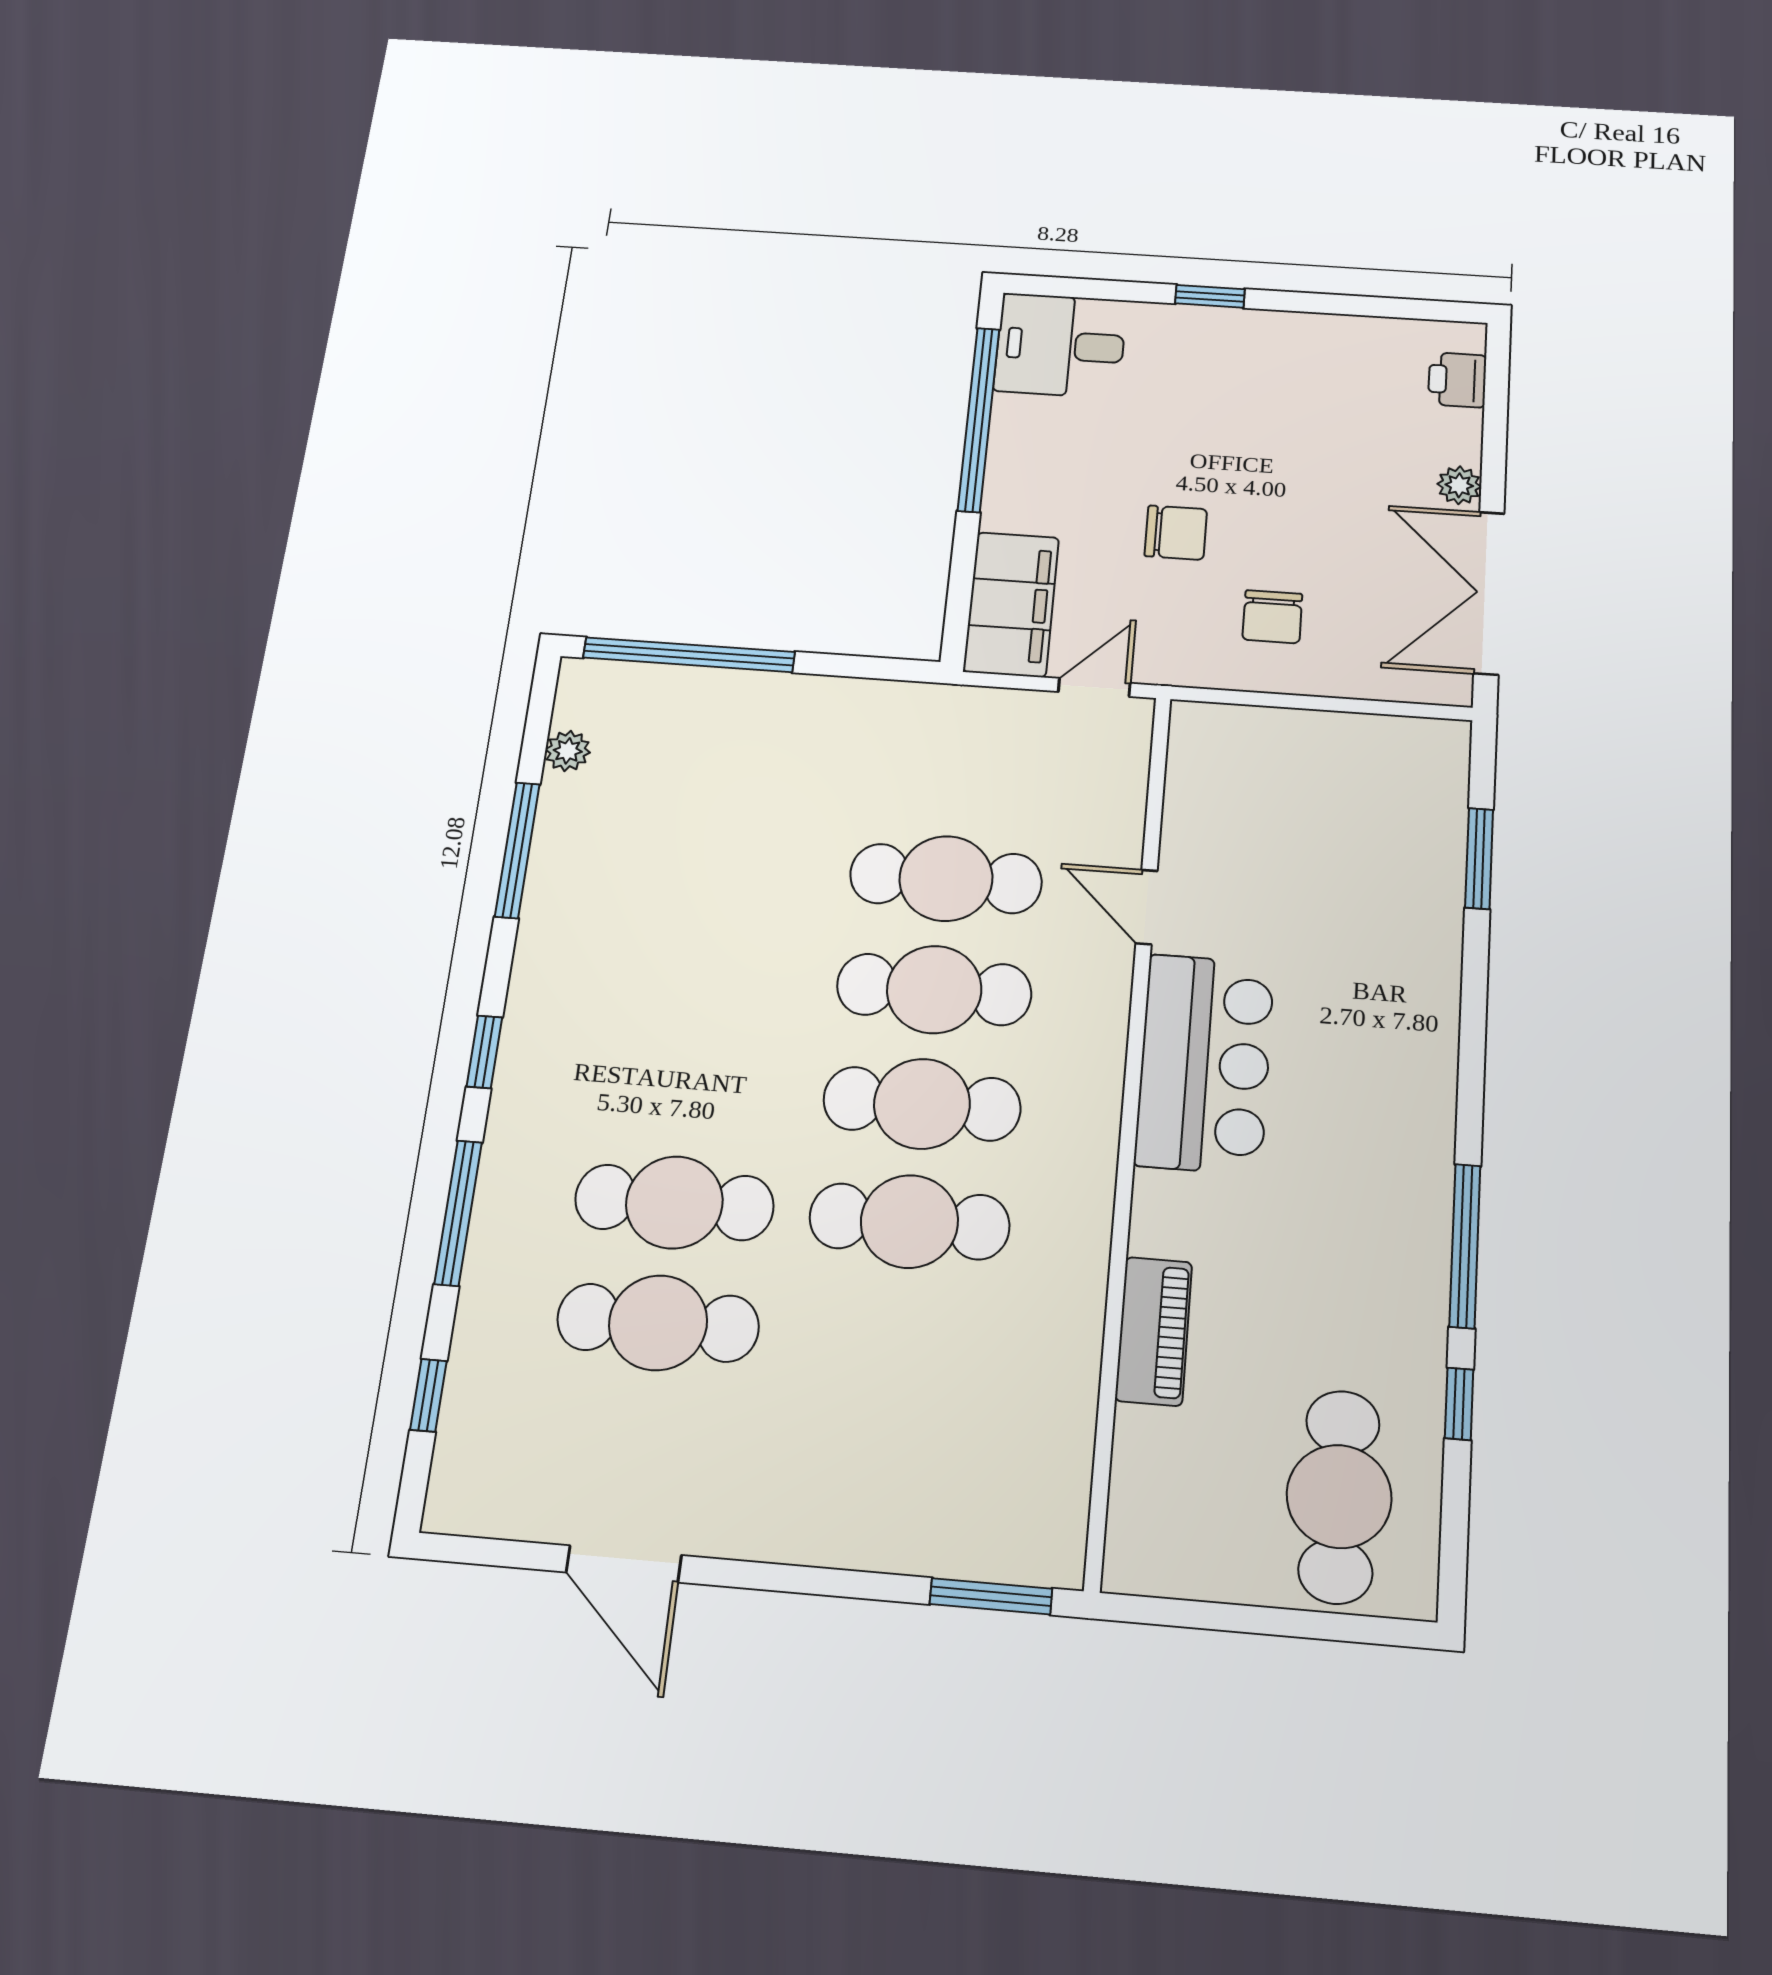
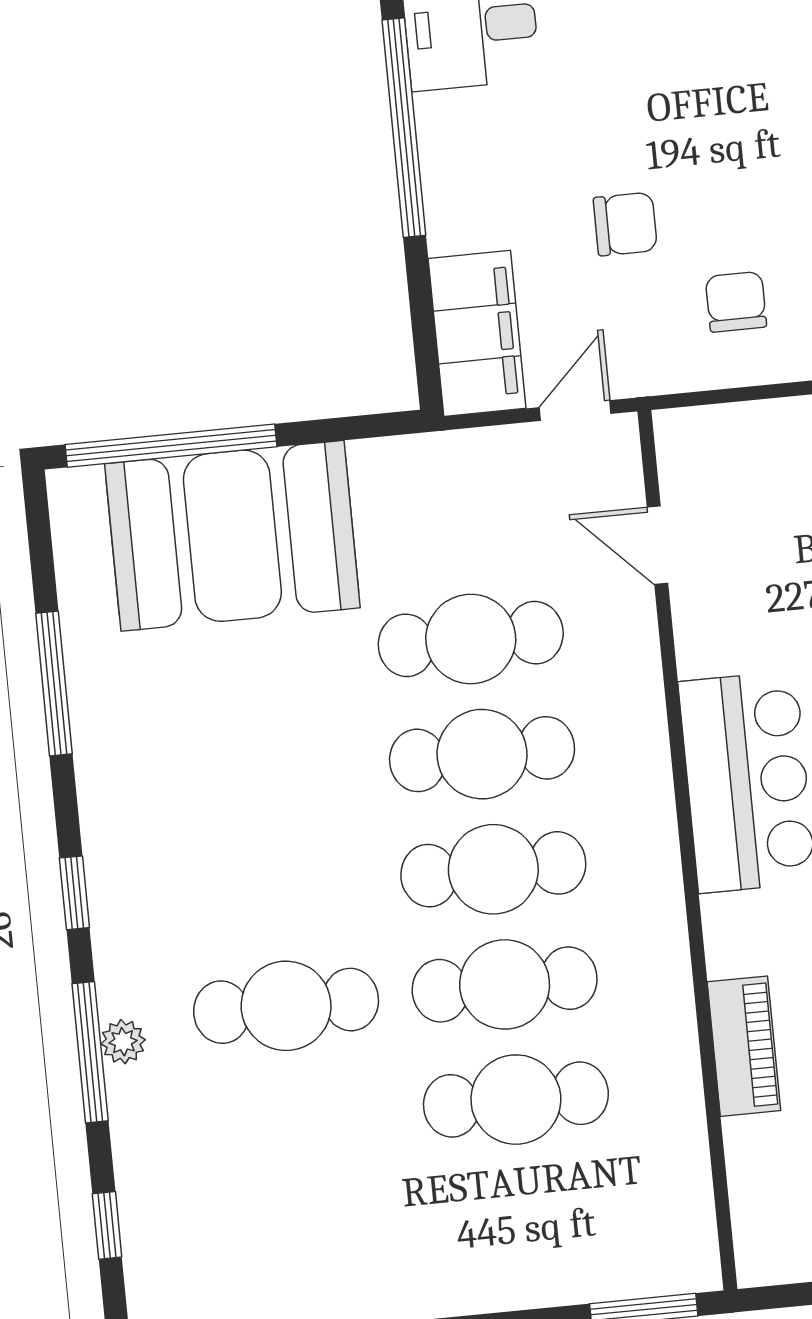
chair: (1272, 617) -> (736, 302), turned 180
booth: (729, 745) -> (232, 536), added
plant: (568, 751) -> (123, 1042), moved
door: (1146, 907) -> (657, 545), moved
cafe table: (658, 1323) -> (516, 1100), moved

